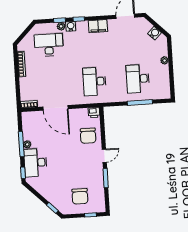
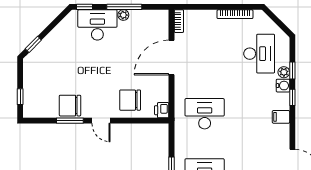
filing cabinet: (98, 26) -> (281, 117), width x0.50
chair: (80, 196) -> (70, 106), moved

